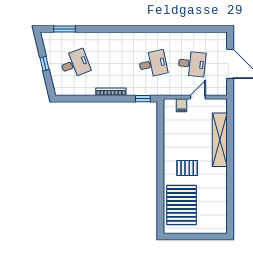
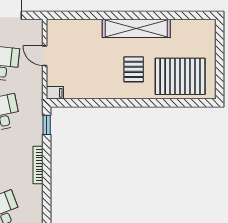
filing cabinet: (182, 105) -> (55, 93), moved
shelving: (220, 140) -> (136, 28), moved

